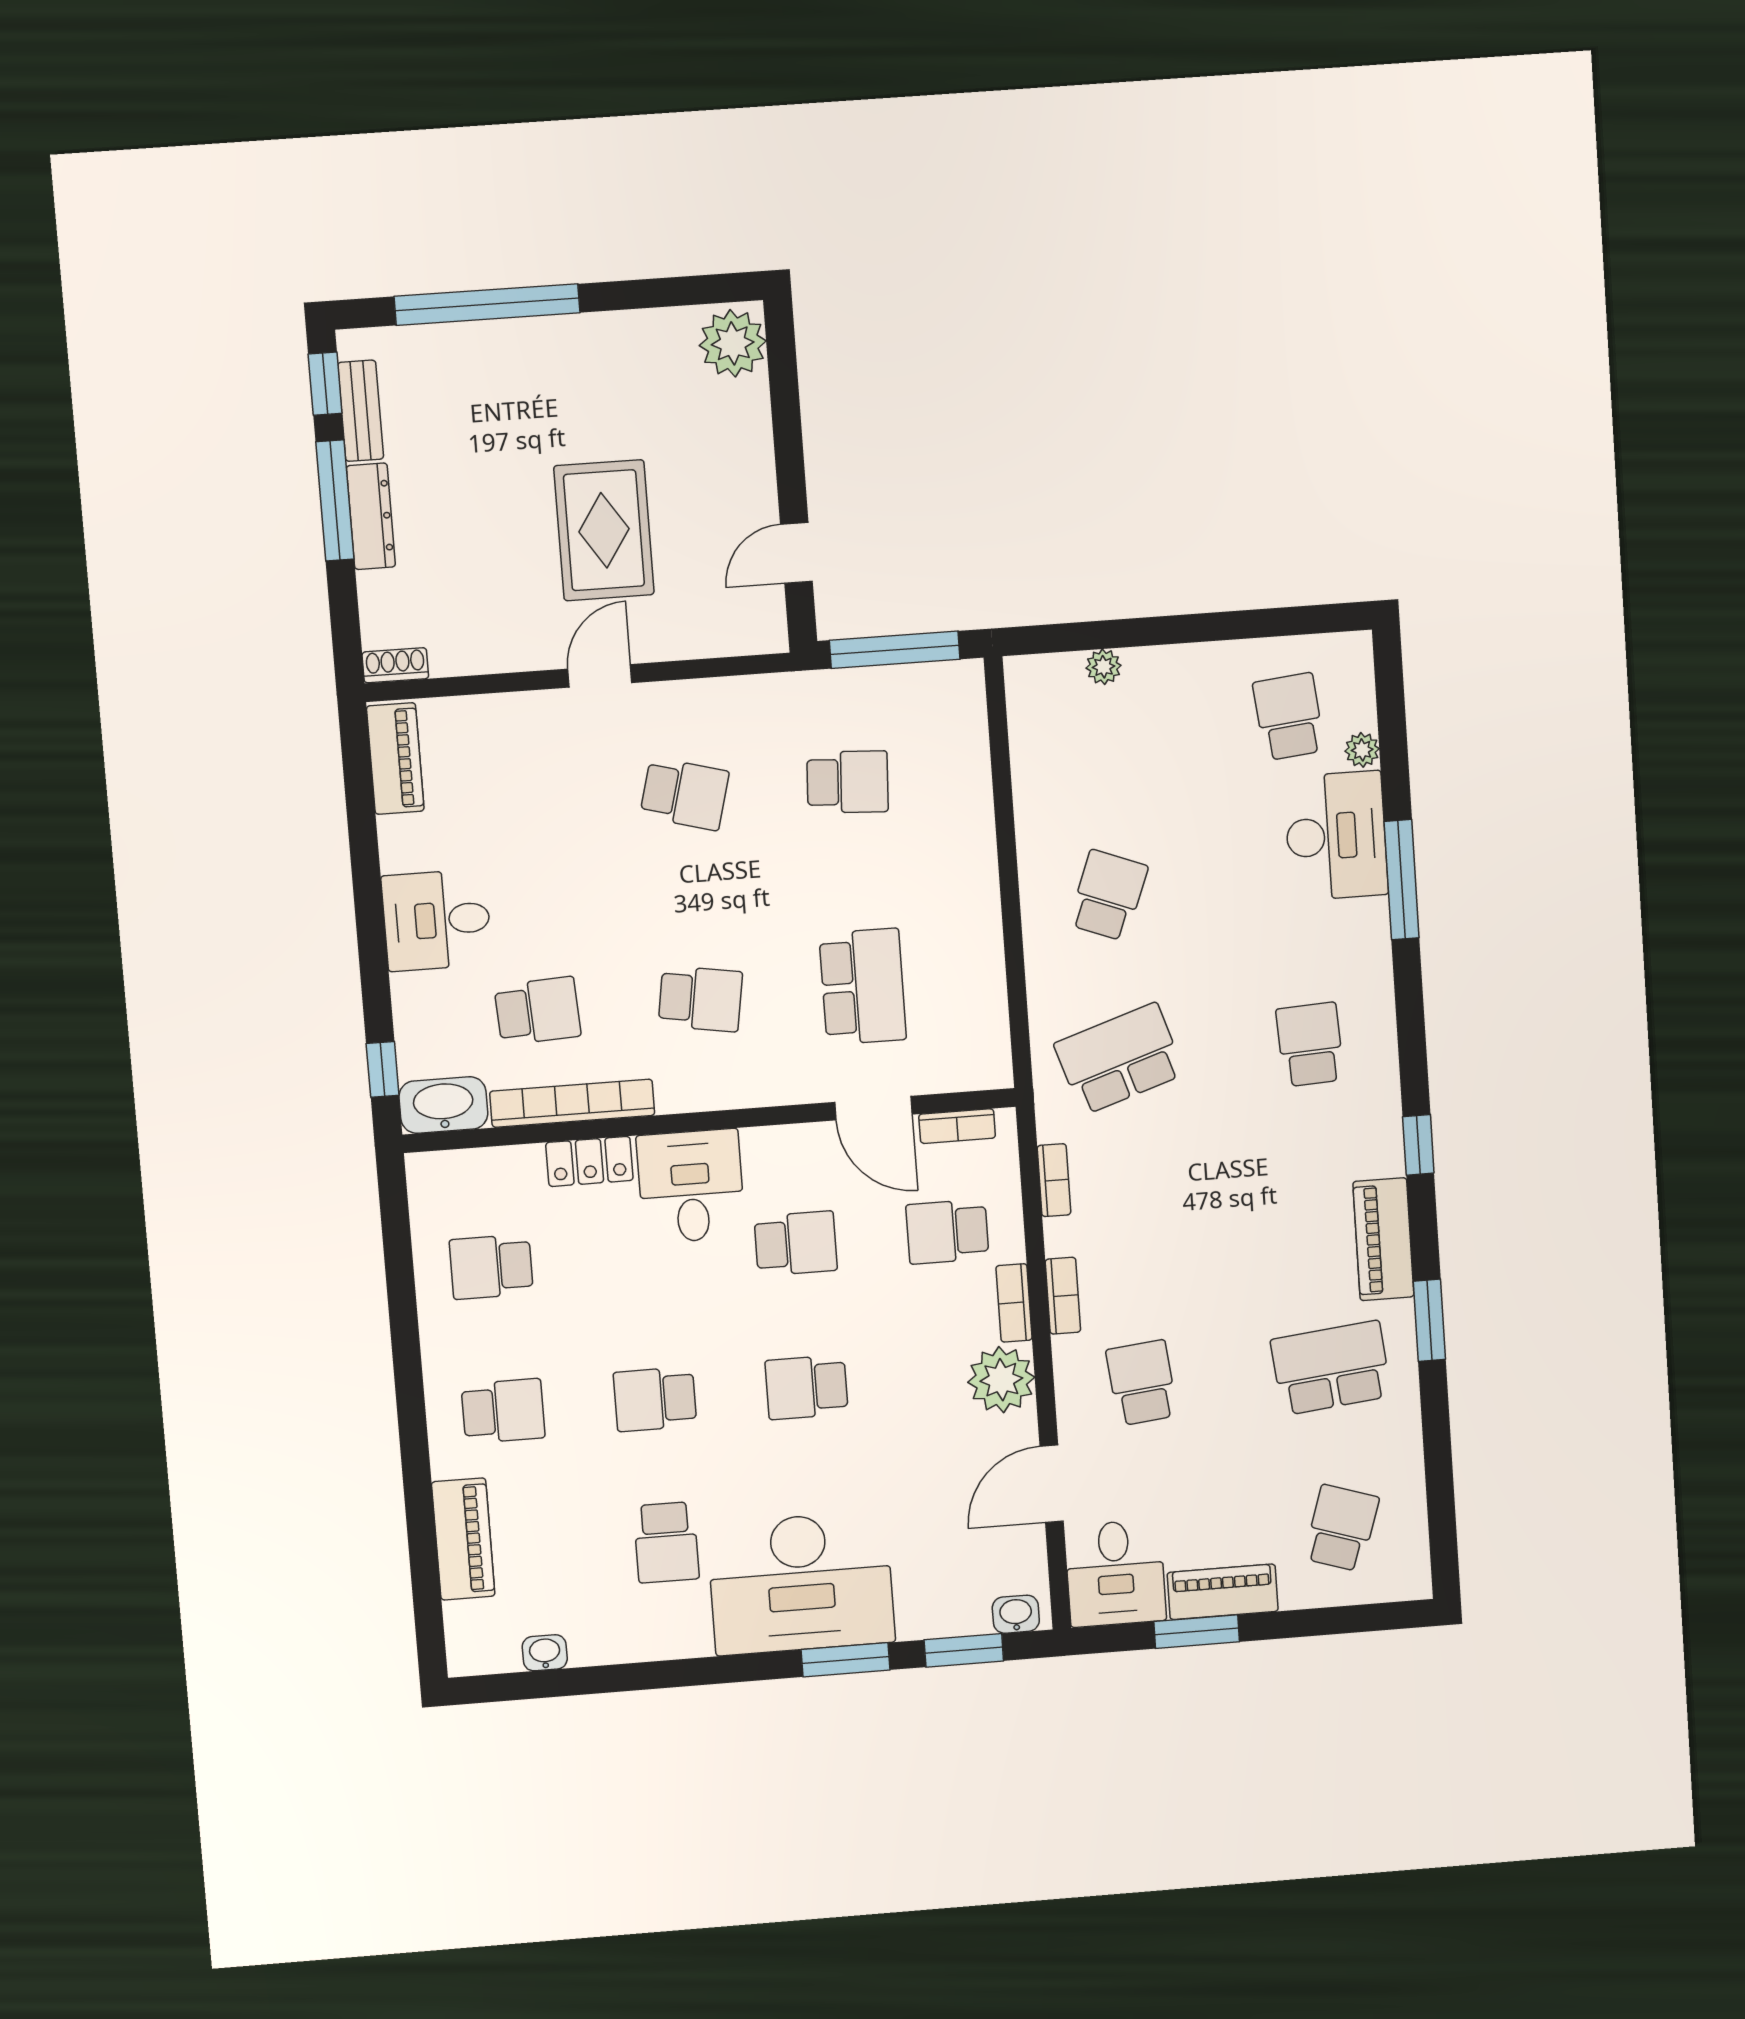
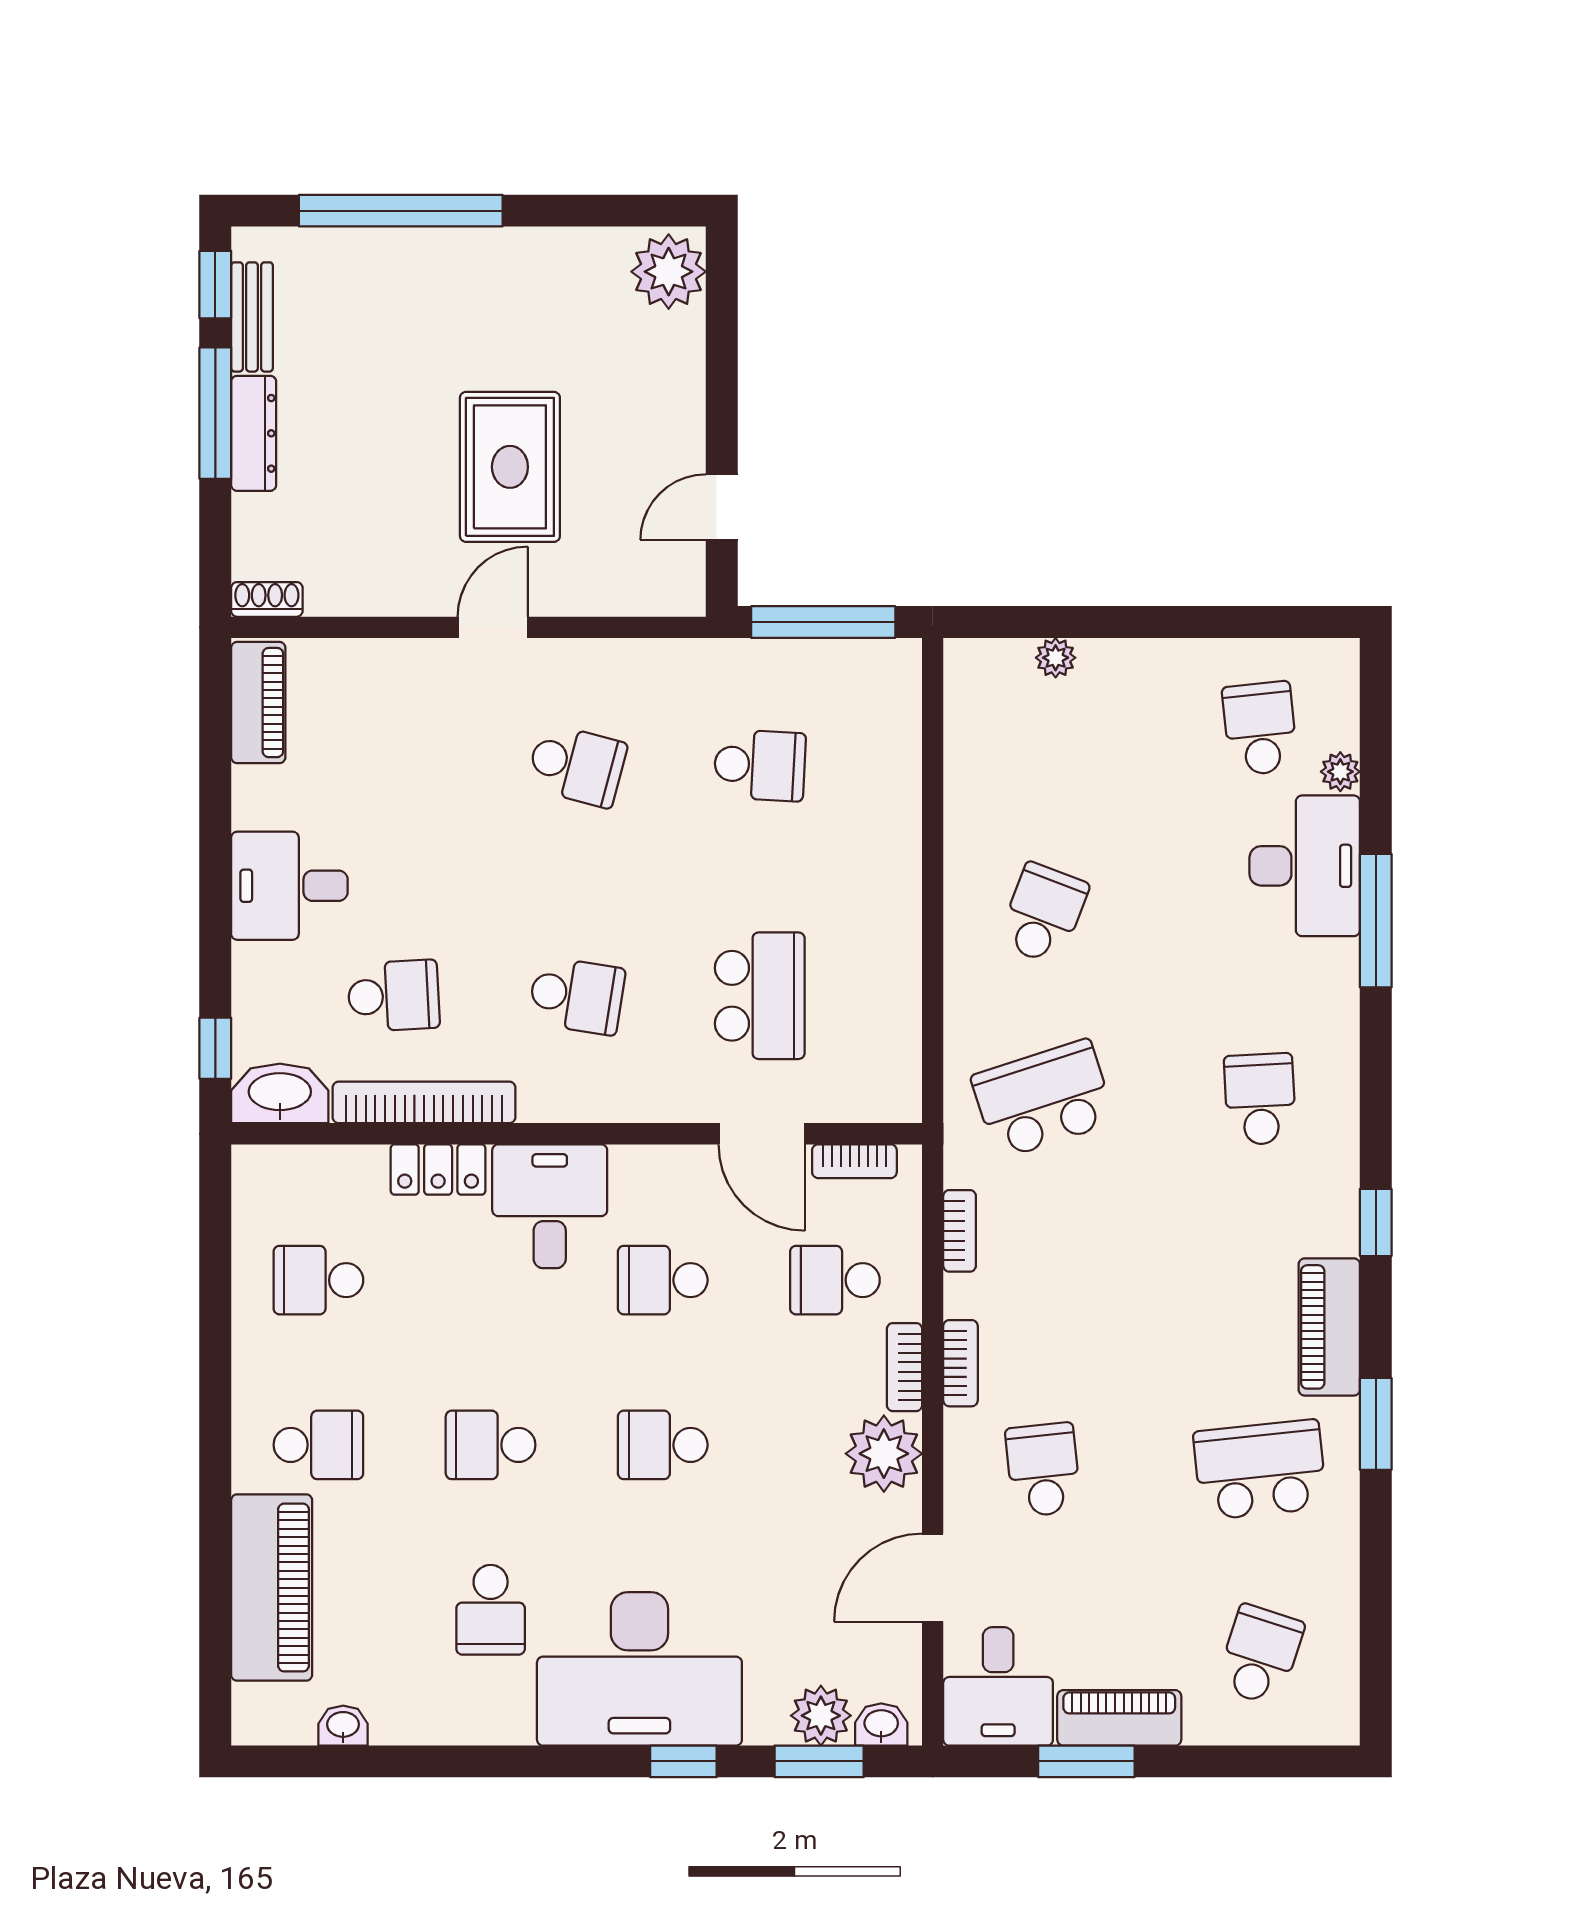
school desk: (796, 1243) -> (663, 1280), turned 180
piano: (463, 1539) -> (272, 1588), width x1.37, depth x1.33
plant: (963, 1611) -> (821, 1716), added
window: (845, 1660) -> (683, 1761), width x0.67

